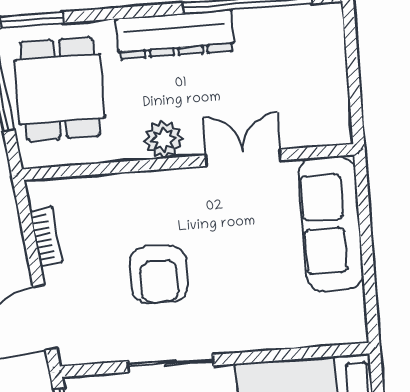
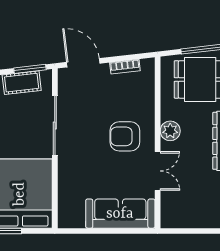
armchair: (159, 274) -> (125, 136), moved
sliding door: (171, 363) -> (55, 126), width x1.37

